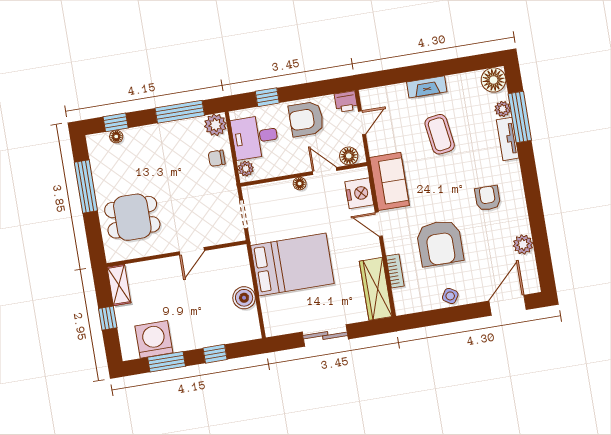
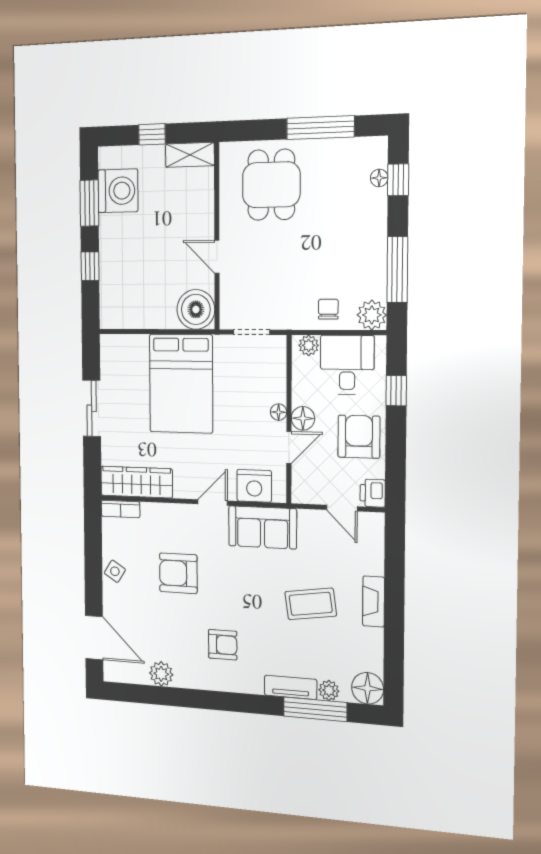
floor lamp: (349, 156) -> (303, 418), moved
armchair: (440, 243) -> (178, 573), width x0.73, depth x0.73
bookcase: (395, 271) -> (121, 509), moved
boiler: (244, 298) -> (196, 309), moved, width x1.37, depth x1.37

